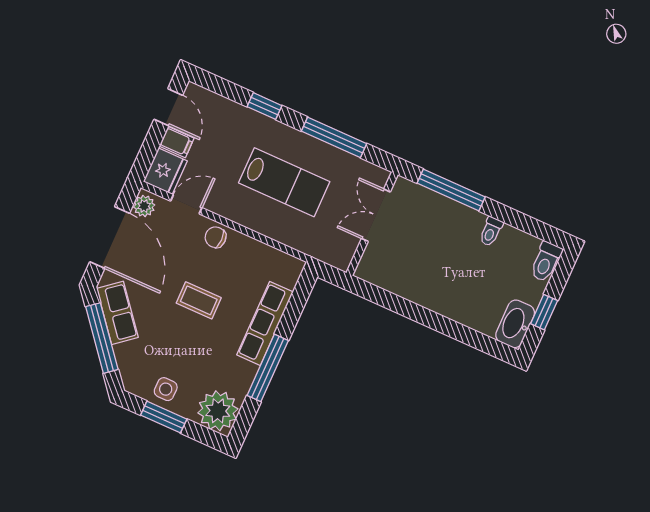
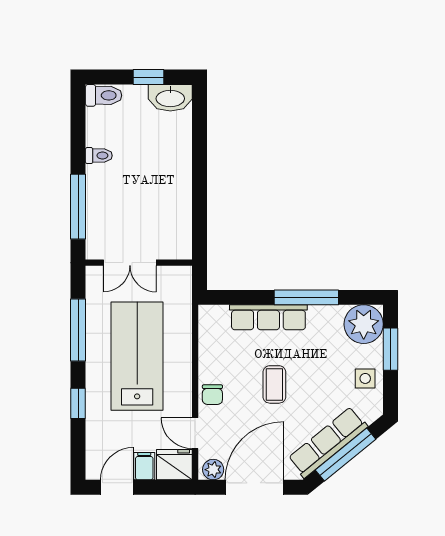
lab bench: (284, 182) -> (137, 356), width x1.36, depth x1.39
row of seats: (117, 313) -> (328, 442), width x1.48
window: (164, 417) -> (390, 349), moved

